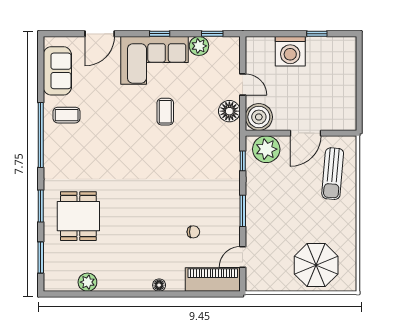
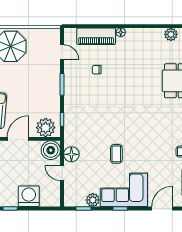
door: (243, 257) -> (62, 52), hinge flipped
piano: (213, 280) -> (96, 36), moved

